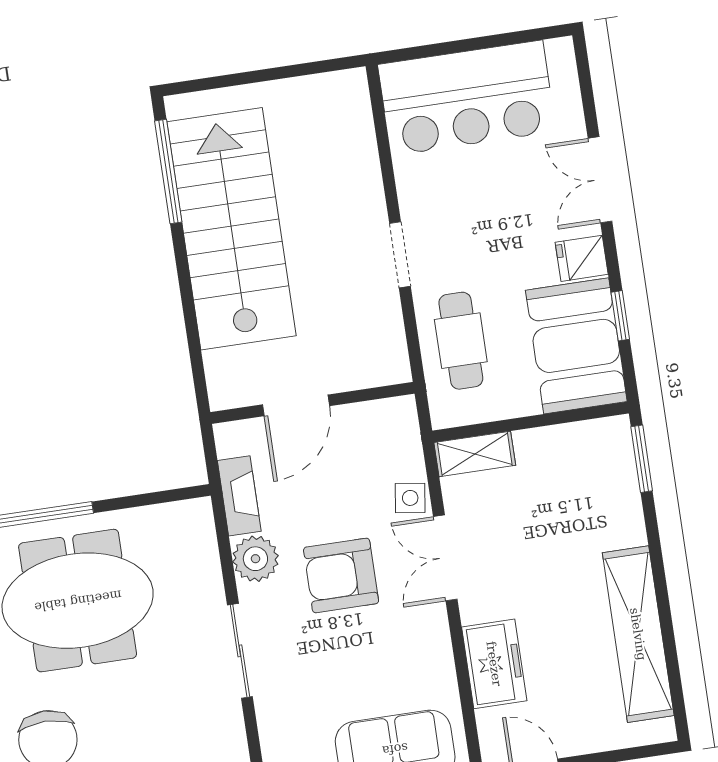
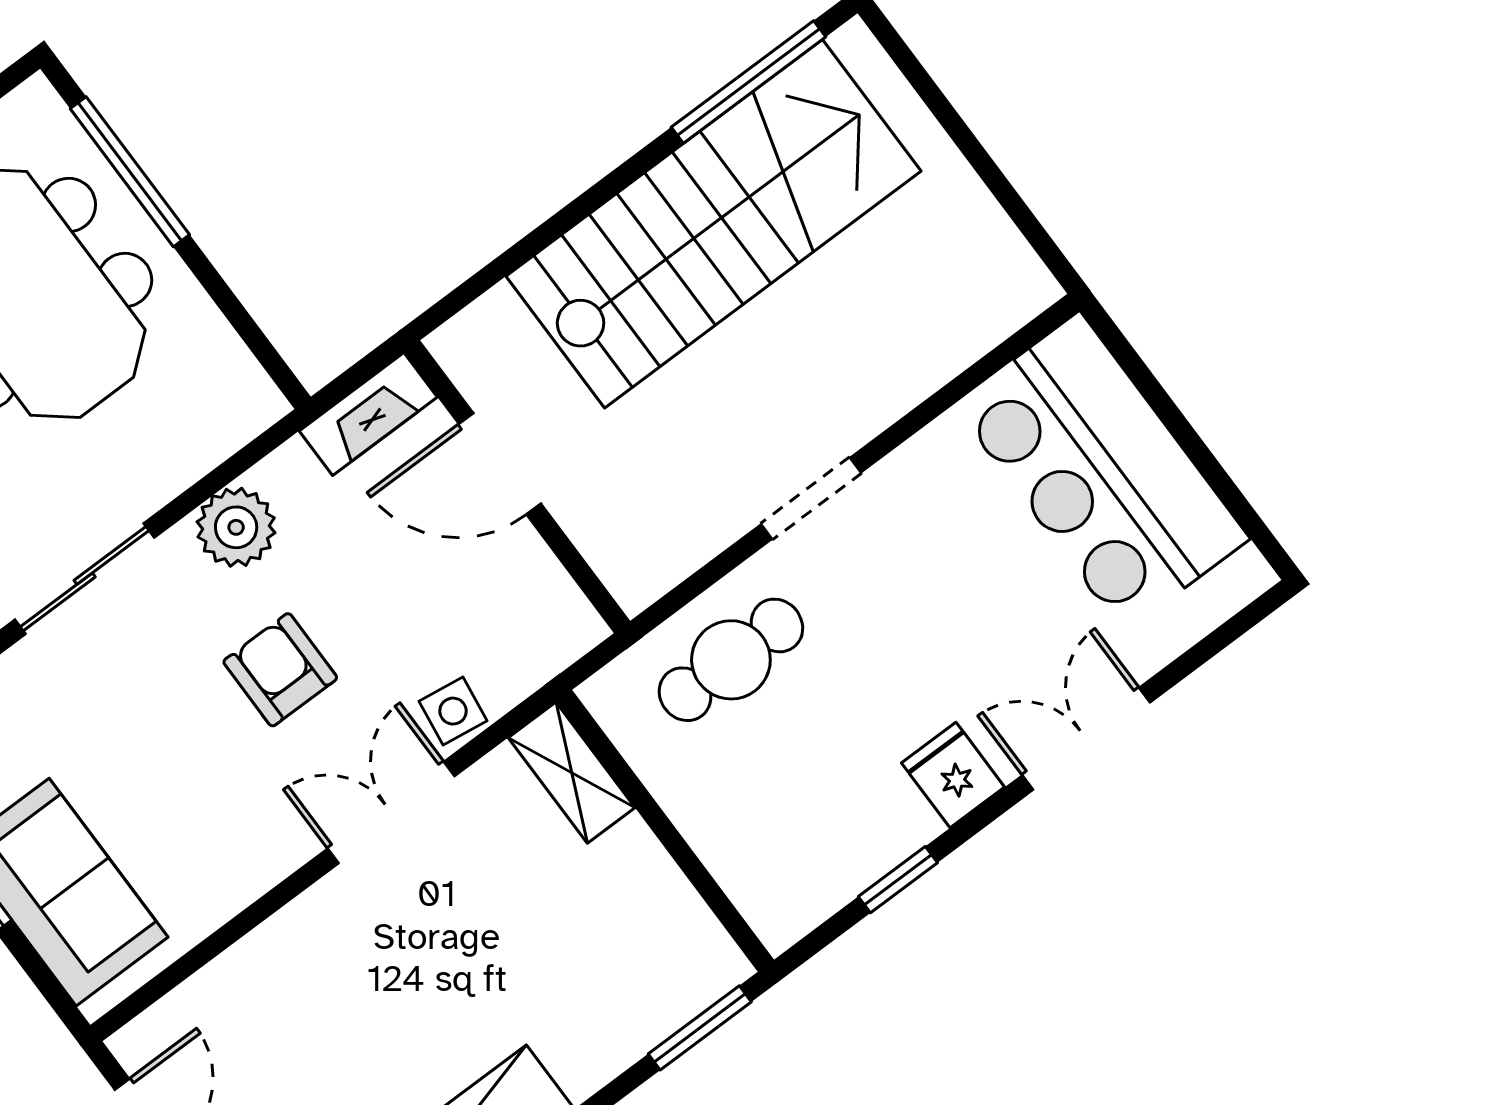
booth: (576, 346) -> (817, 838), removed
fireplace: (239, 496) -> (368, 414), moved
armchair: (341, 575) -> (280, 670), width x0.72, depth x0.72
freezer: (494, 664) -> (271, 972), removed

